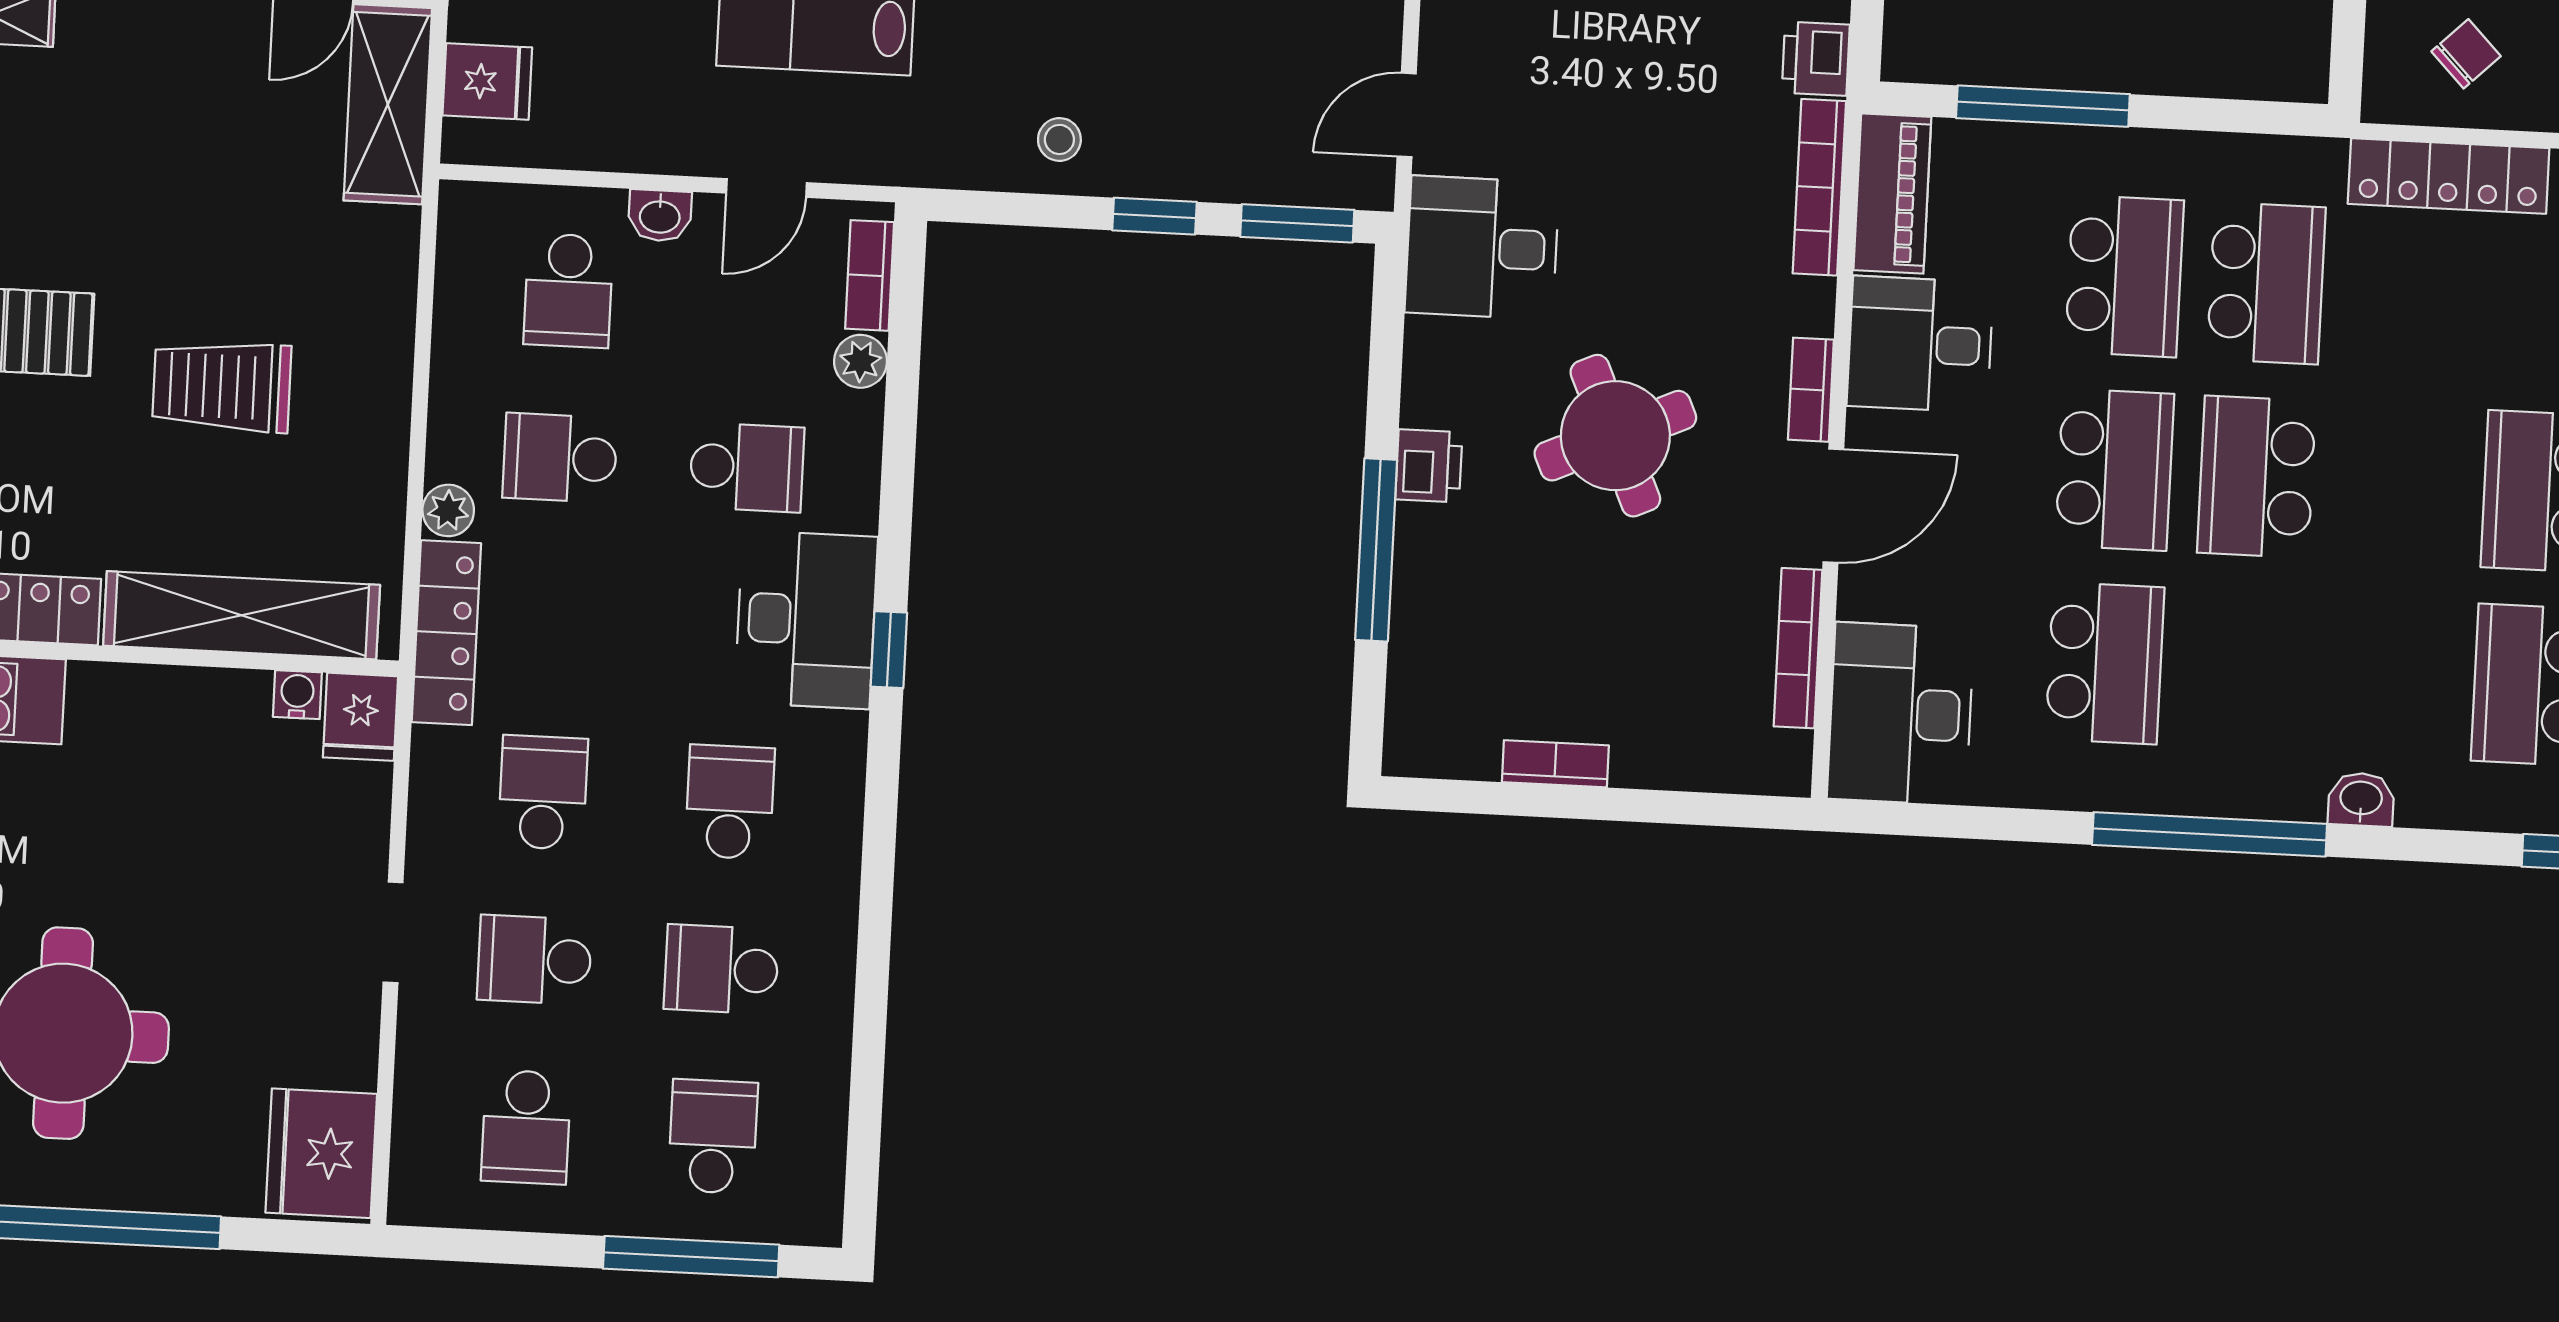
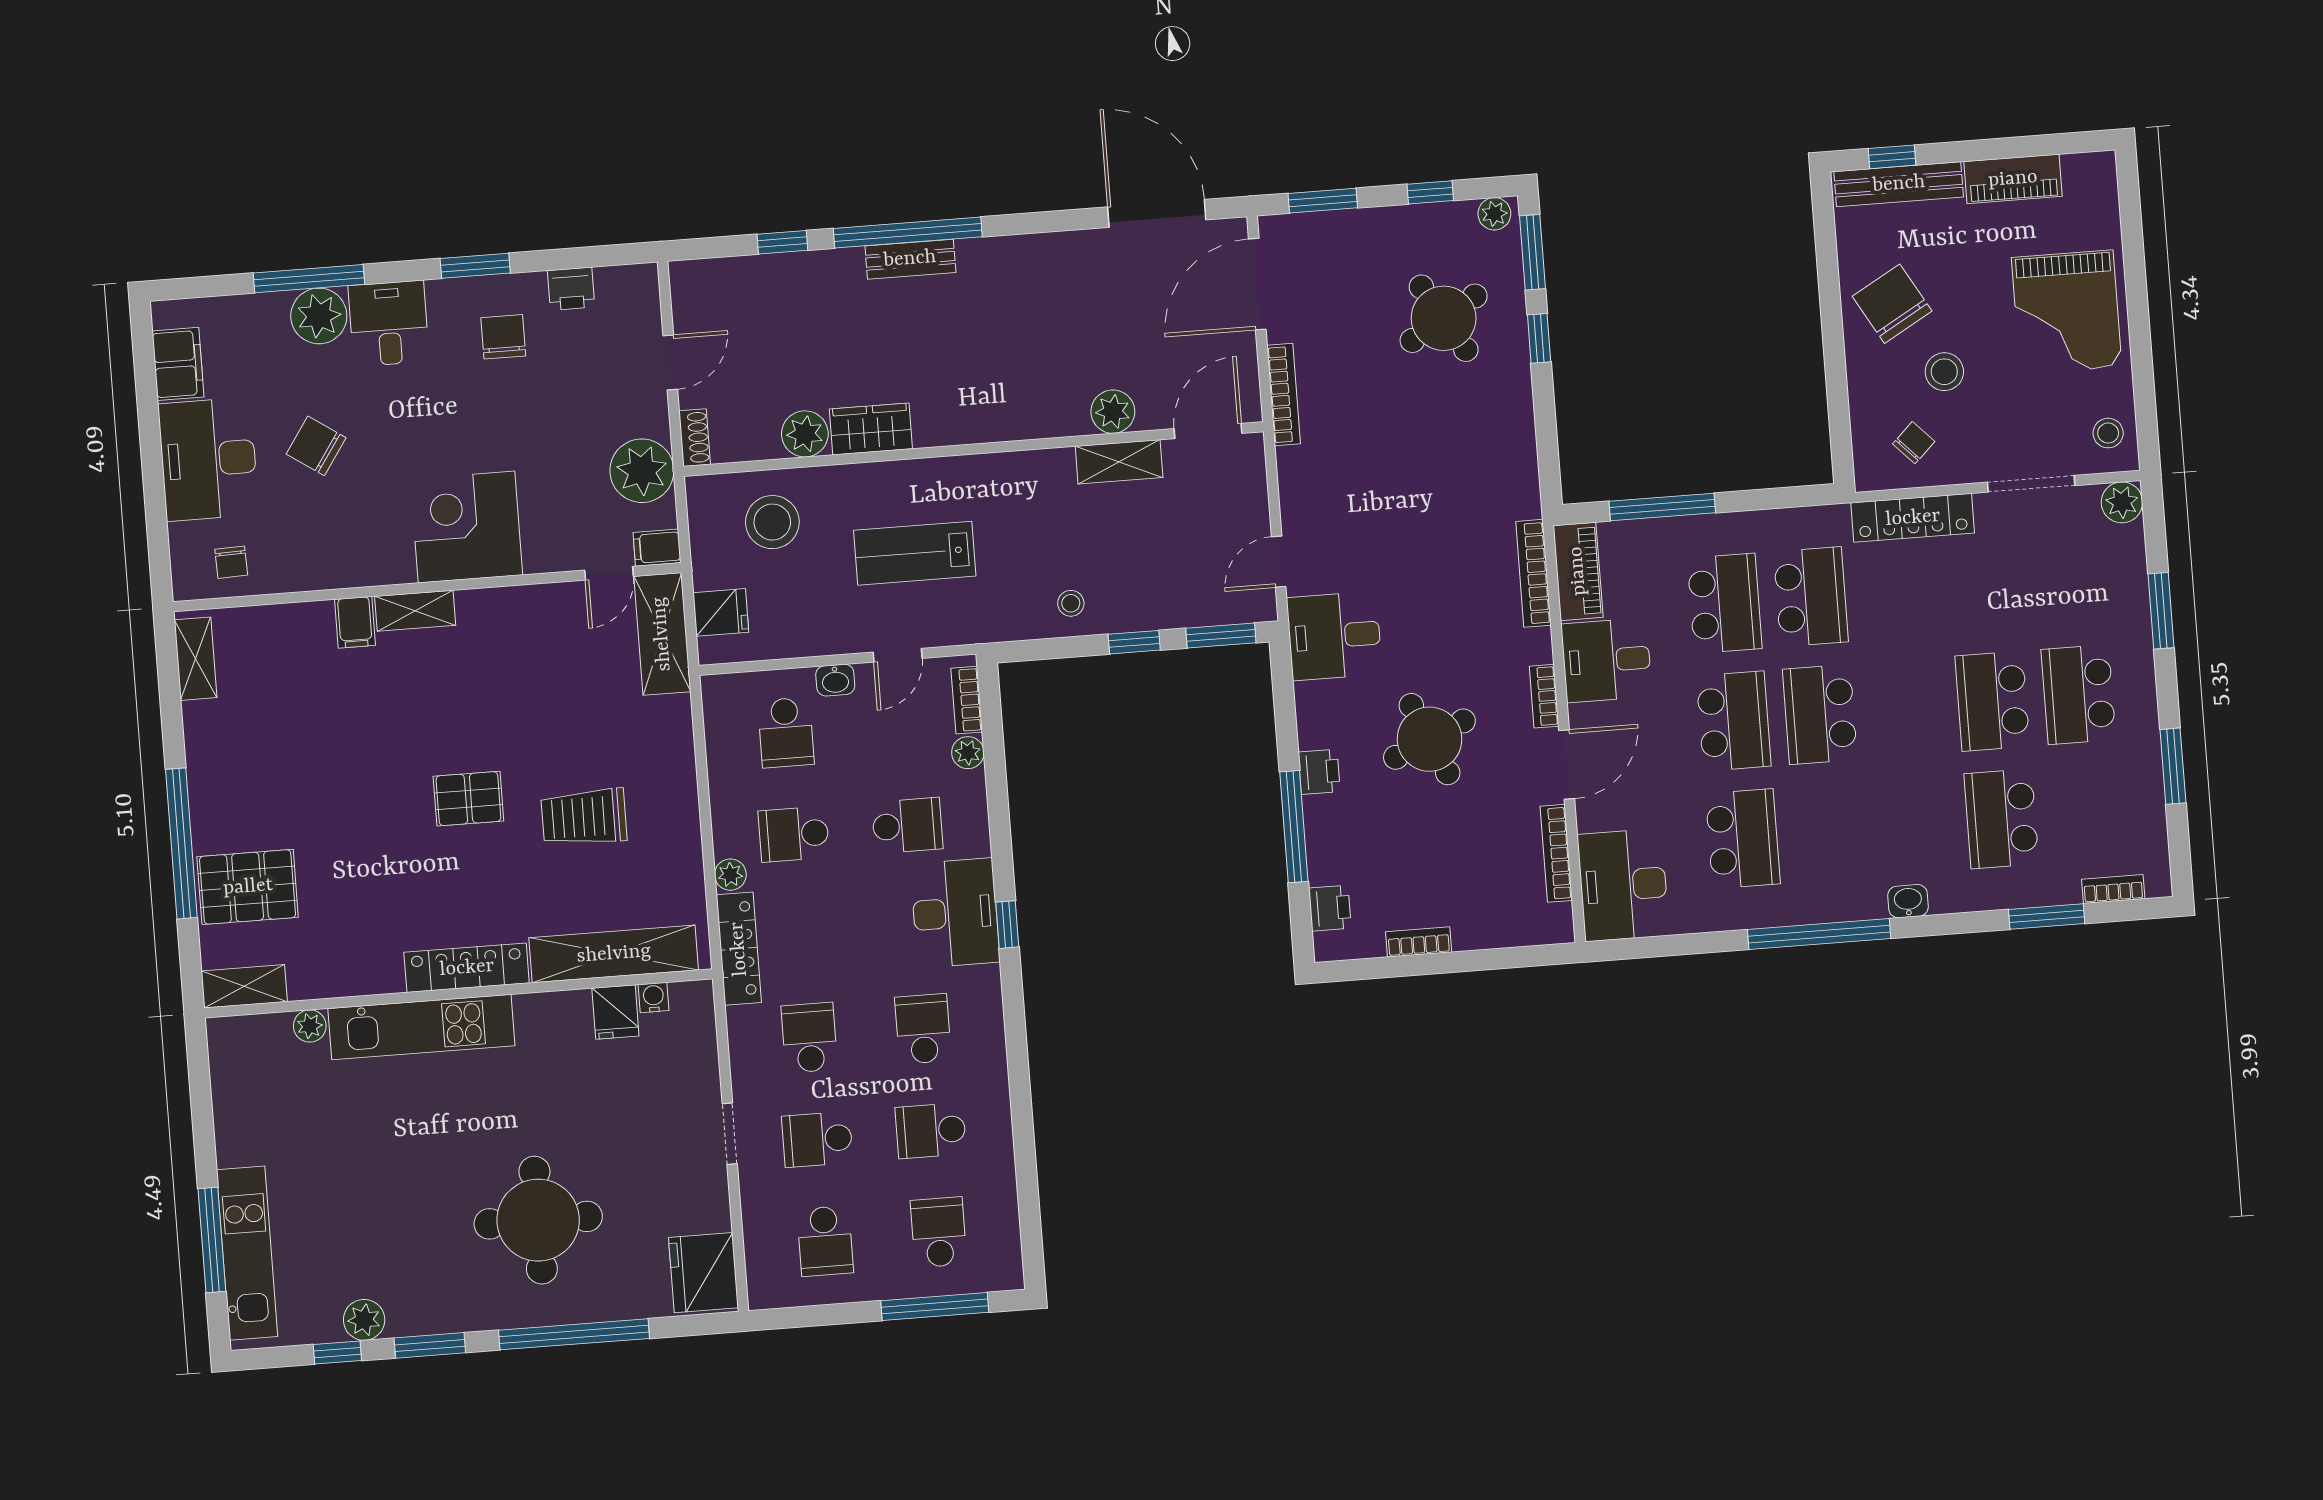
printer: (1816, 59) -> (1330, 908), moved, turned 180
fridge: (361, 717) -> (615, 1012), moved

